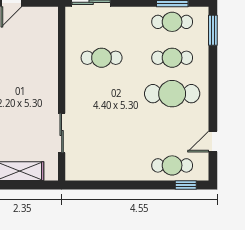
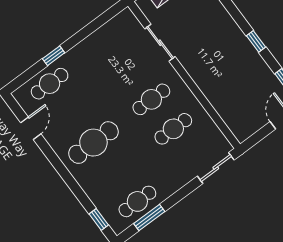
window: (213, 30) -> (99, 219), width x0.67
cafe table: (172, 58) -> (151, 99), moved
window: (186, 185) -> (54, 56), moved

